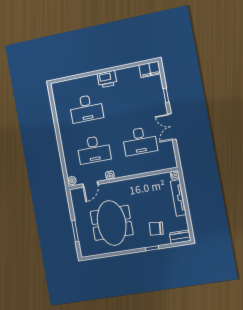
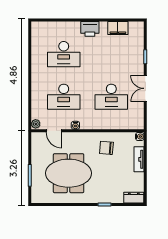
filing cabinet: (150, 69) -> (118, 28), moved
door: (90, 184) -> (54, 131), hinge flipped
tv unit: (178, 198) -> (139, 159), width x0.71
meeting table: (112, 223) -> (69, 173), turned 90
chair: (156, 229) -> (106, 148), moved

